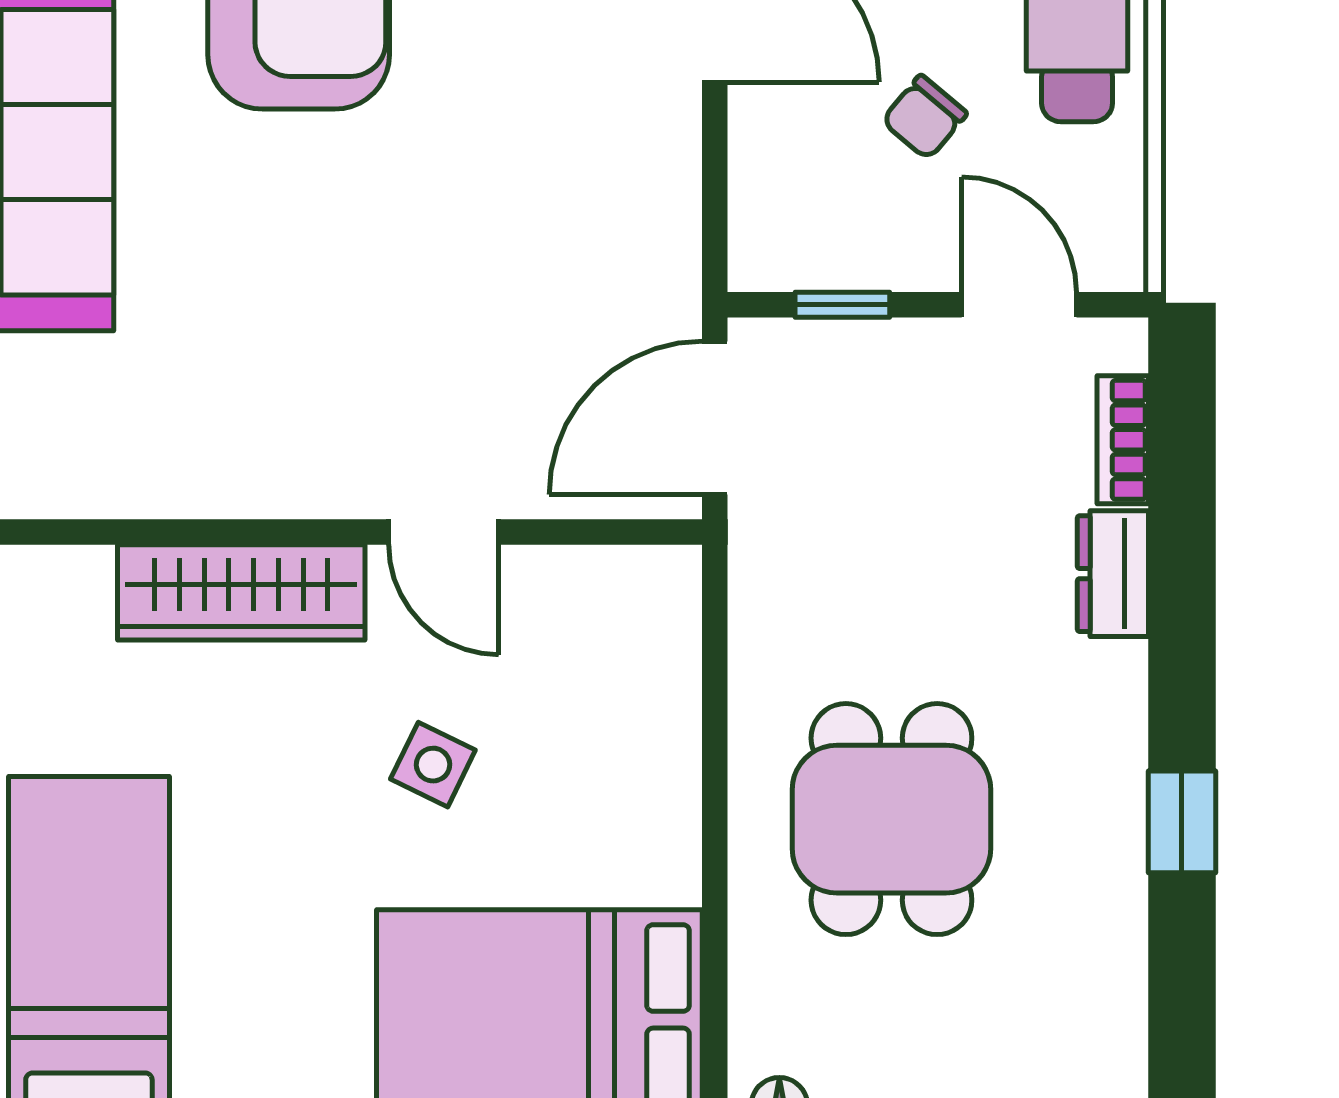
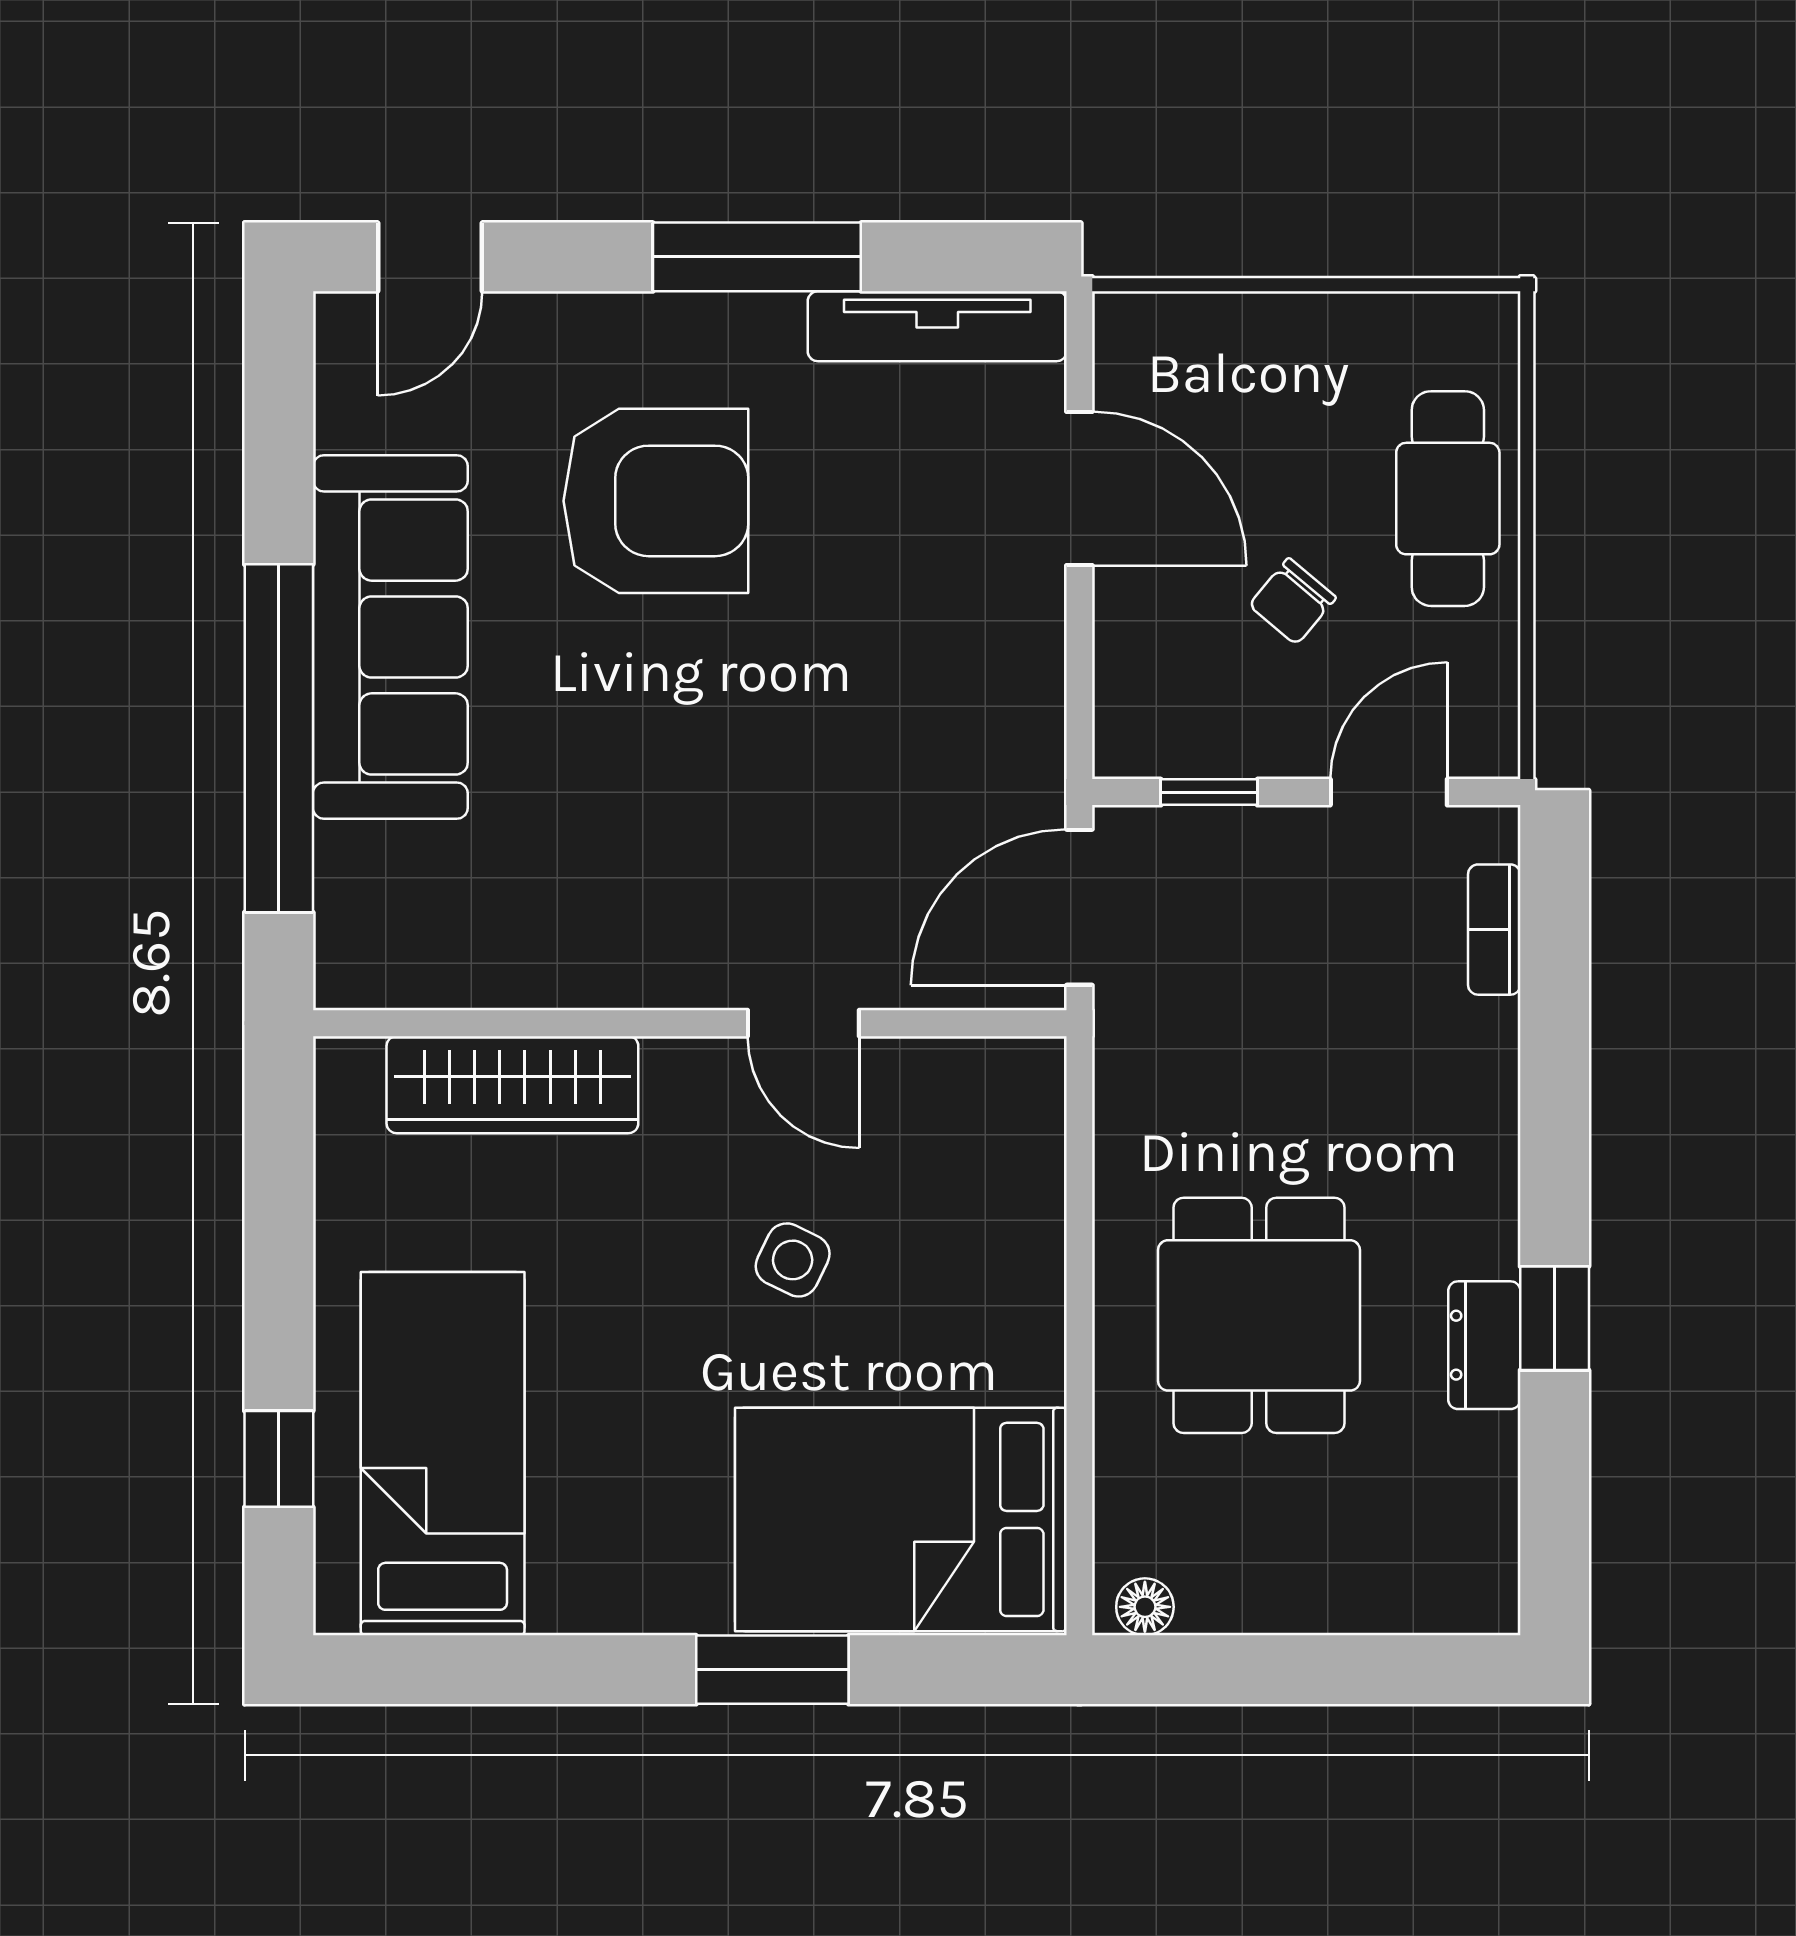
door: (1019, 305) -> (1389, 792), hinge flipped
dresser: (1113, 574) -> (1484, 1345), moved
wardrobe: (241, 592) -> (512, 1085), moved

